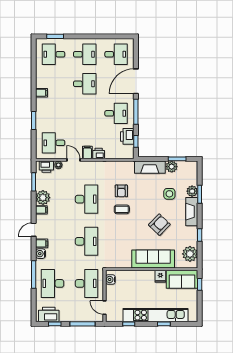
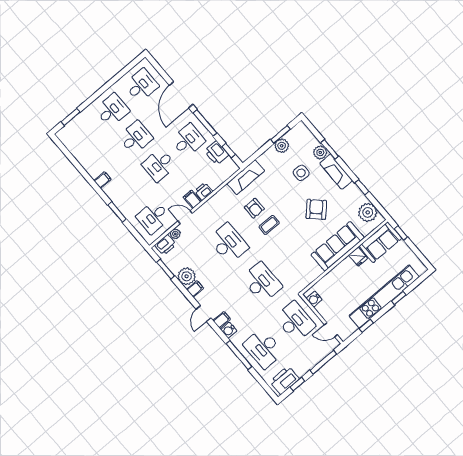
desk: (53, 54) -> (159, 165), moved
fireplace: (150, 167) -> (246, 177), moved

